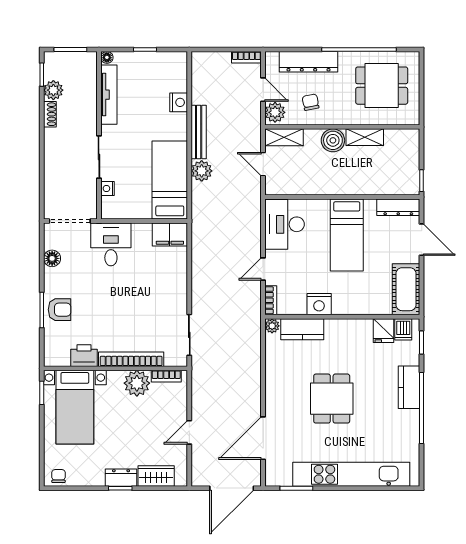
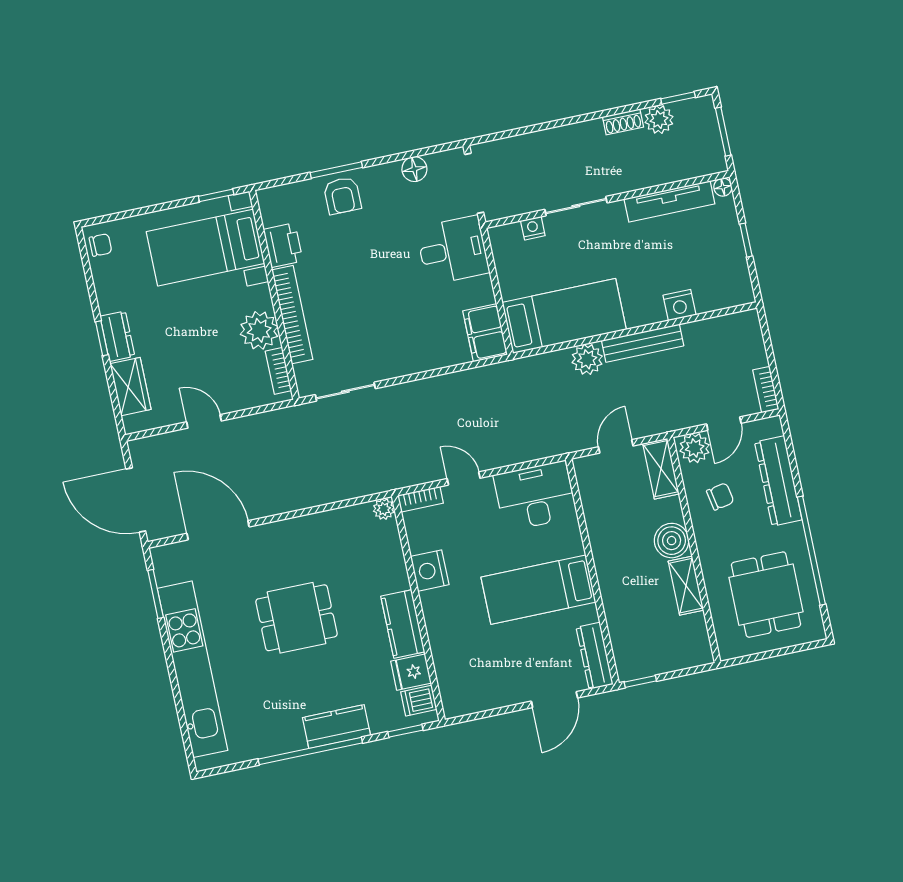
cot: (406, 289) -> (478, 692), removed
kitchen counter: (302, 329) -> (403, 624), moved

